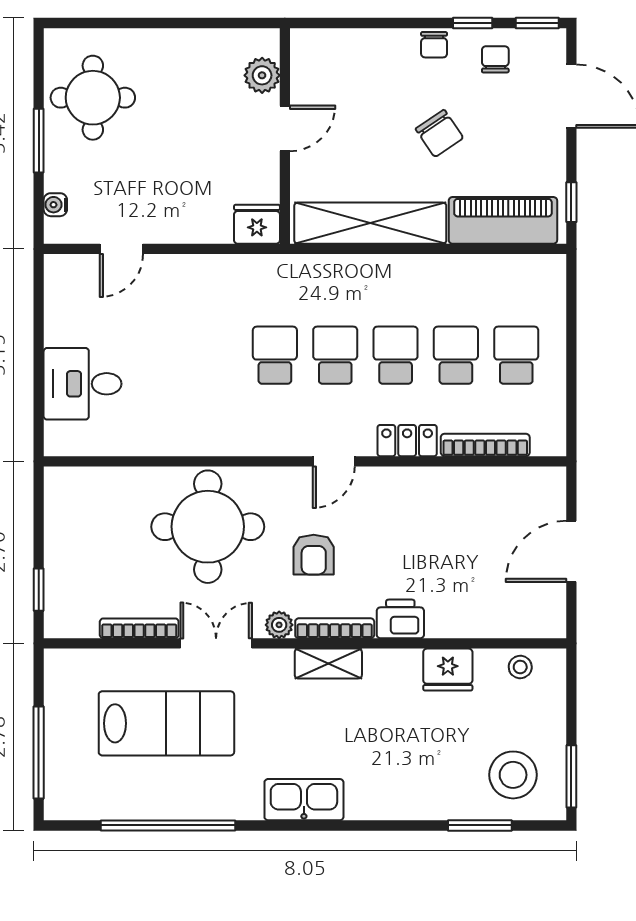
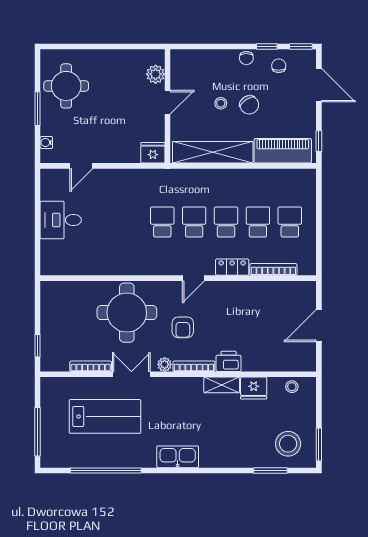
stool: (386, 130) -> (221, 103), added
desk: (83, 384) -> (61, 220), moved
shelving: (328, 664) -> (222, 385), moved

